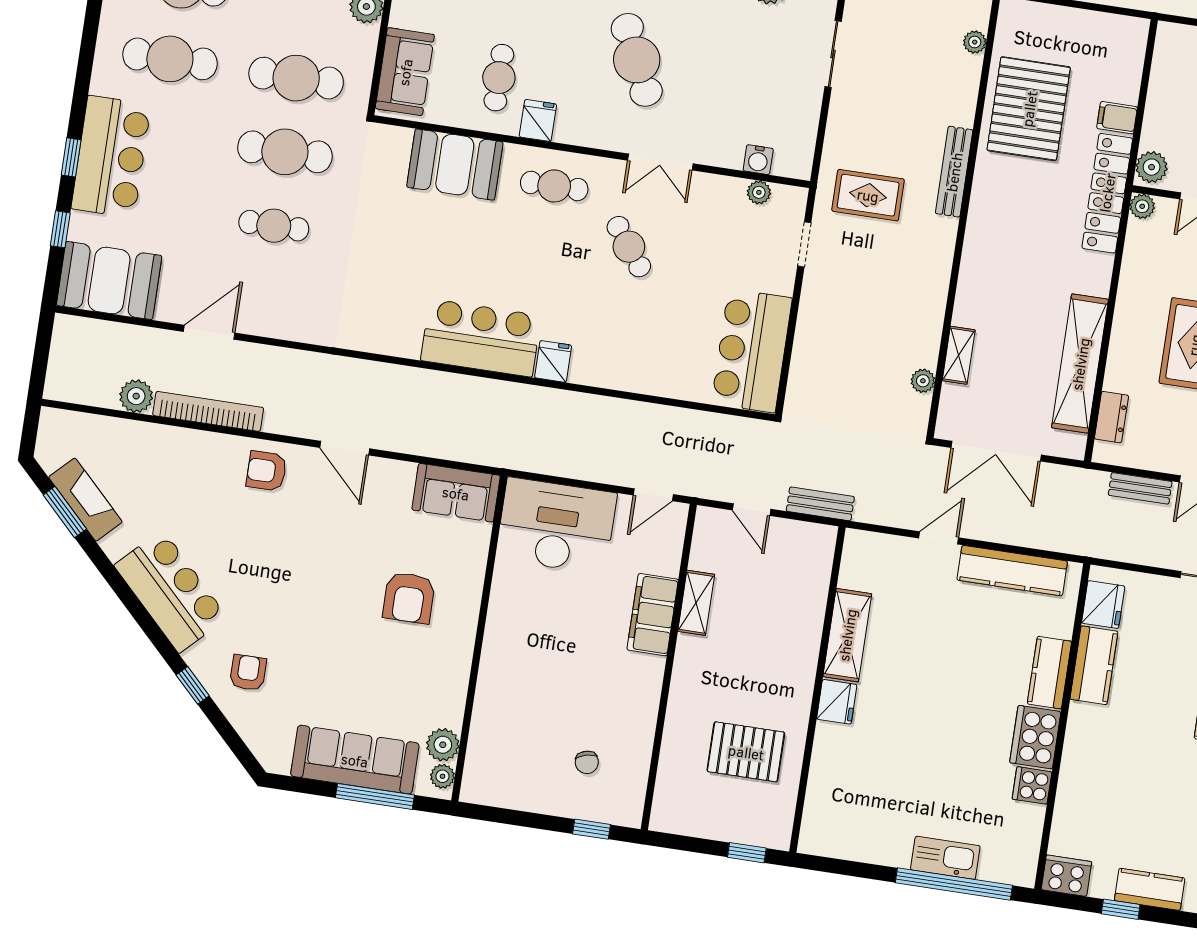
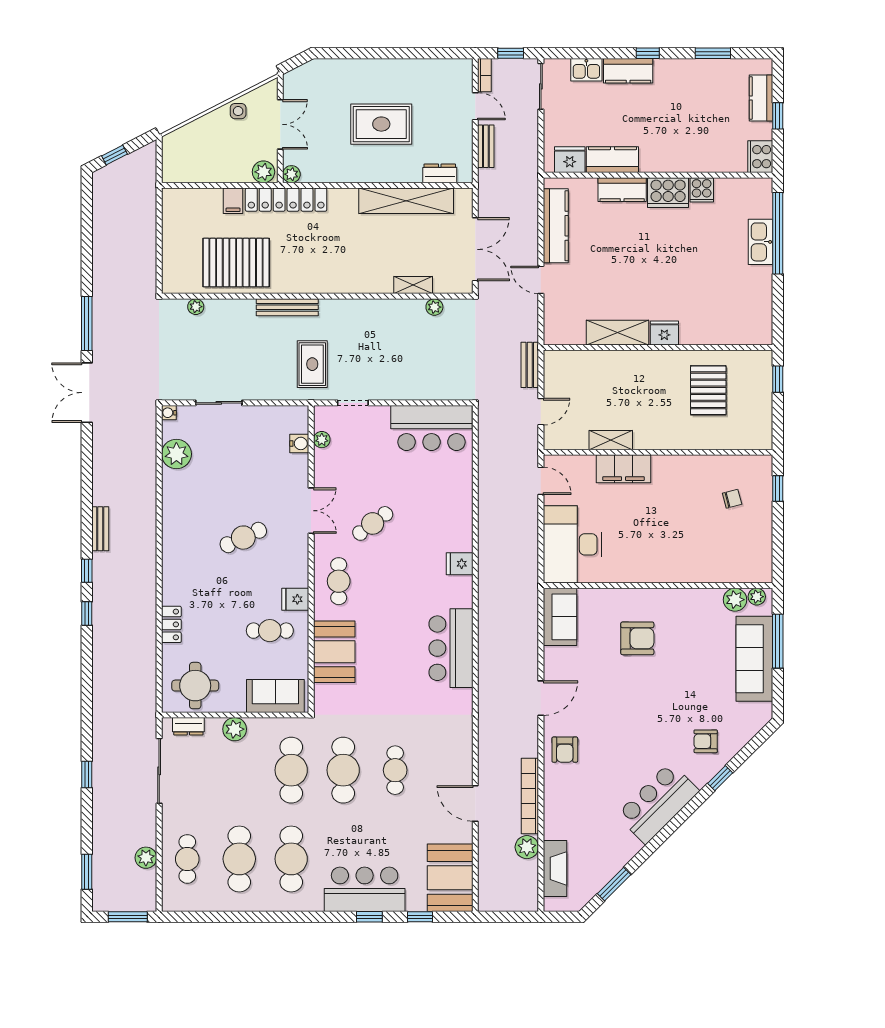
cafe table: (637, 60) -> (243, 538), width x0.73, depth x0.74
bar counter: (481, 338) -> (451, 648), moved
fireplace: (85, 500) -> (555, 868), moved, turned 135

